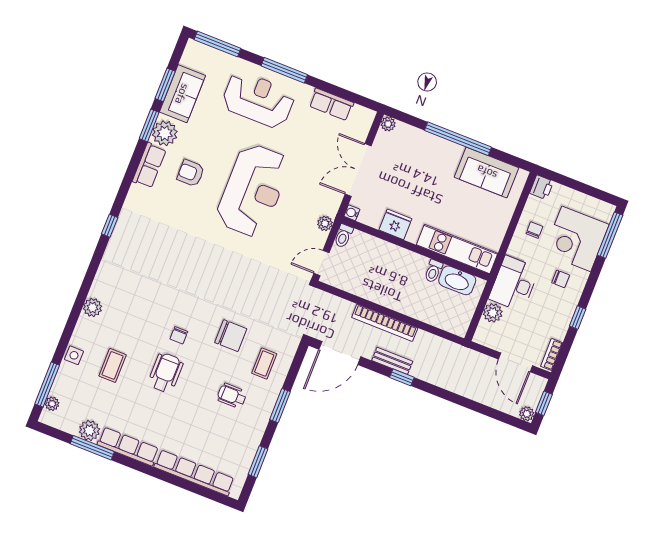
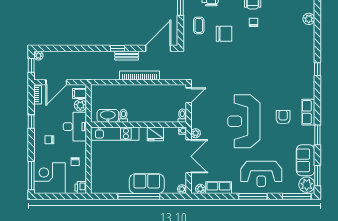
window: (165, 85) -> (317, 176), moved
plant: (360, 113) -> (200, 189), added
plant: (165, 133) -> (307, 185), moved
sofa: (487, 172) -> (147, 184), moved
armchair: (191, 173) -> (283, 117), turned -90
plant: (325, 223) -> (196, 133), moved
corner desk: (576, 239) -> (49, 178), moved, turned -90
filing cabinet: (487, 332) -> (79, 93), added
chair: (231, 336) -> (224, 34), turned 180
door: (515, 362) -> (56, 82), swing flipped

